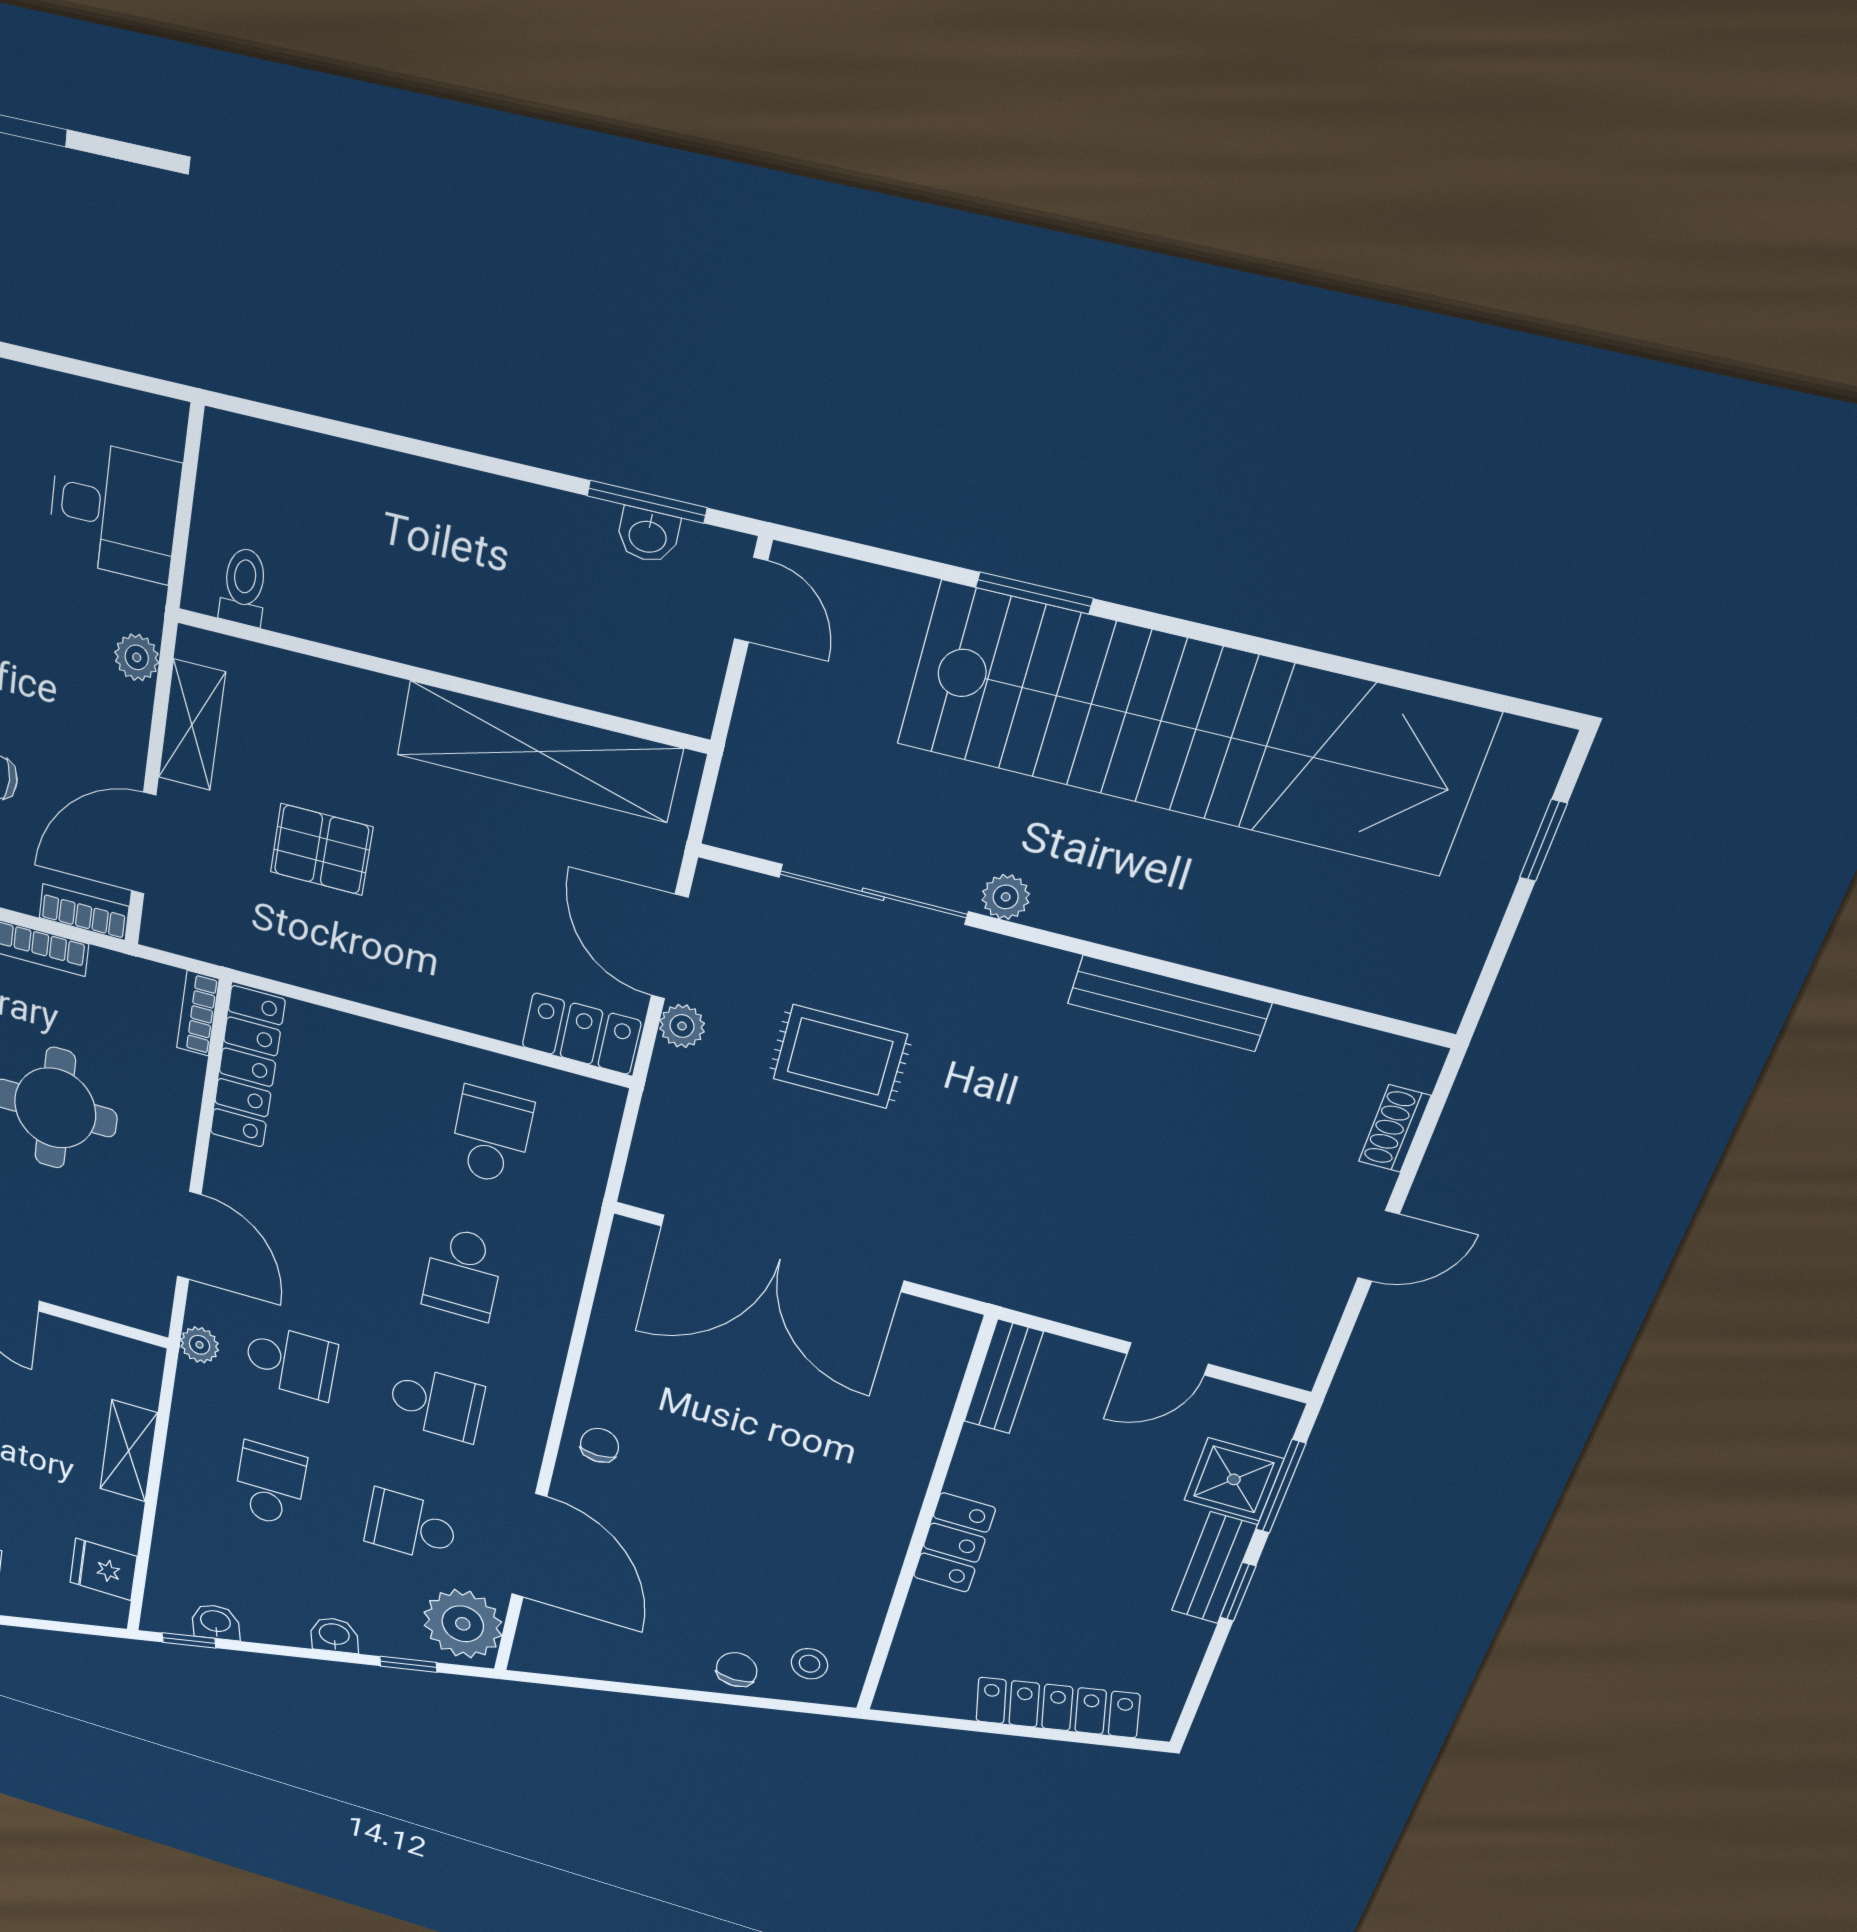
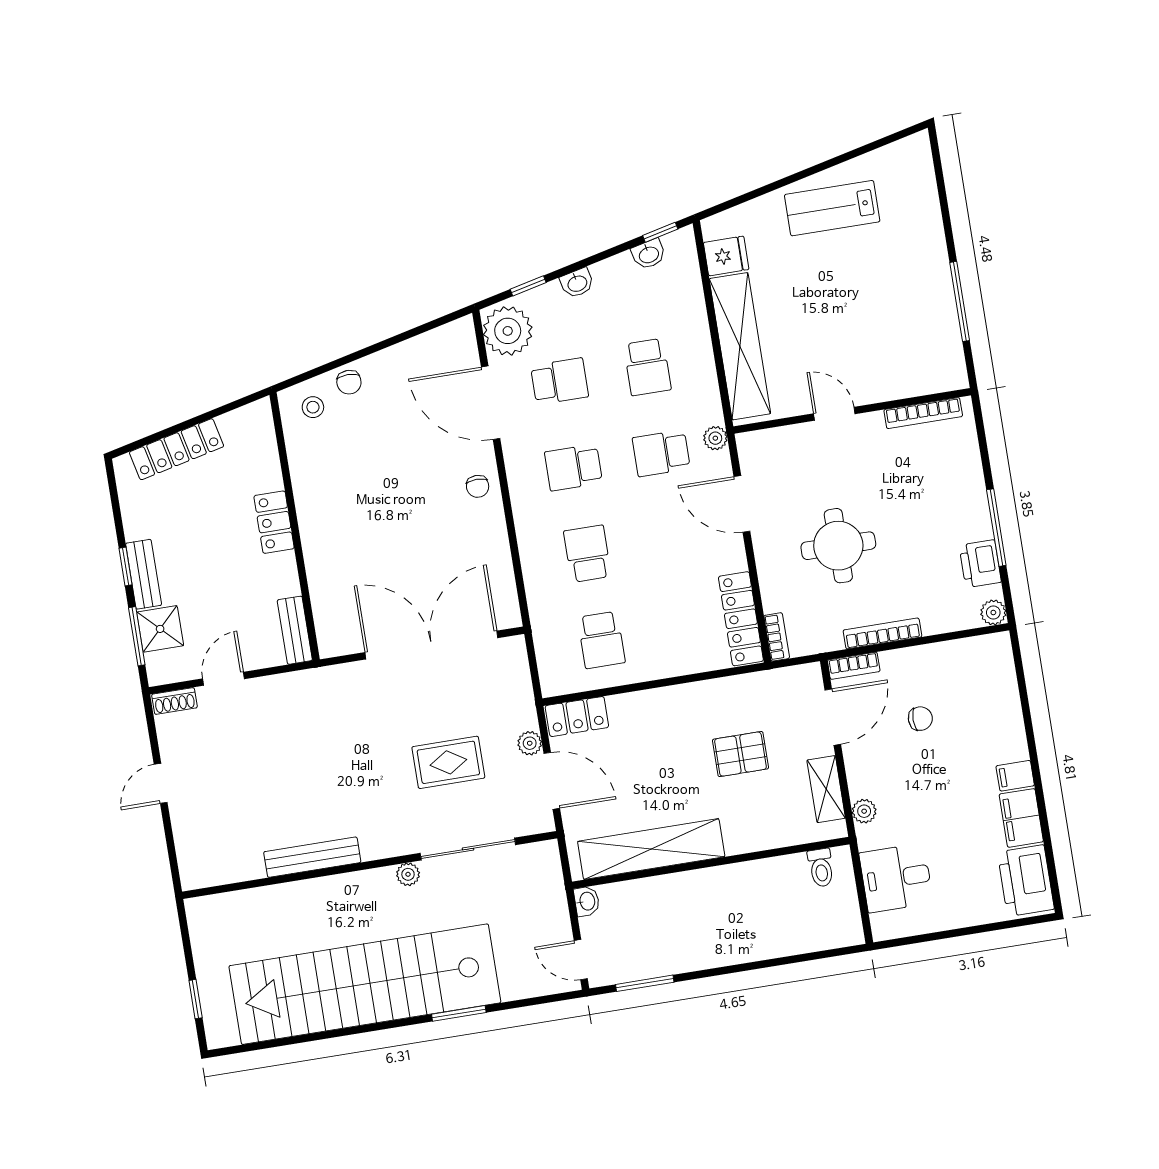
washbasin: (648, 535) -> (587, 901), moved, turned 90
shoe rack: (1395, 1129) -> (174, 701), moved, turned 90
shelving: (129, 1451) -> (740, 346), width x2.20, depth x1.33

